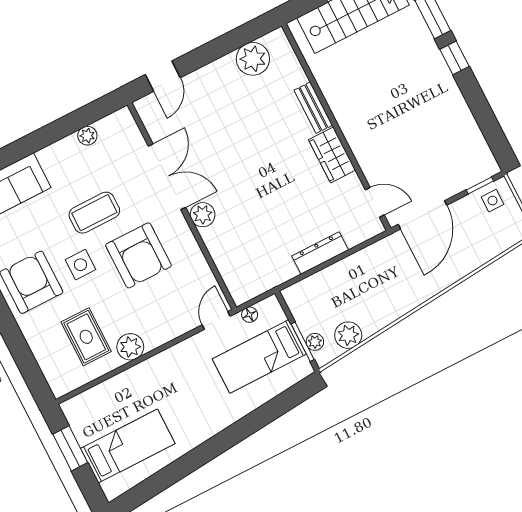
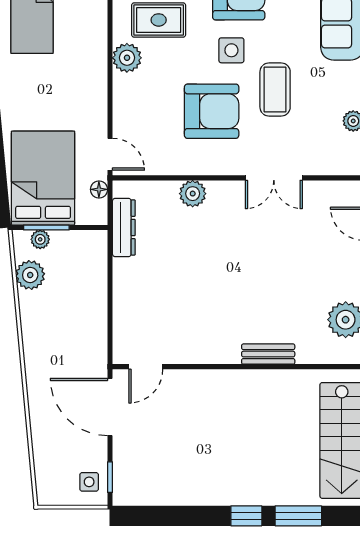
wardrobe: (332, 155) -> (213, 349), removed
double door: (167, 177) -> (274, 178), width x0.73
plant: (203, 215) -> (193, 194), moved
dresser: (320, 253) -> (124, 227), moved
armchair: (139, 255) -> (212, 111), turned 180
bed: (259, 356) -> (43, 178), width x1.50

